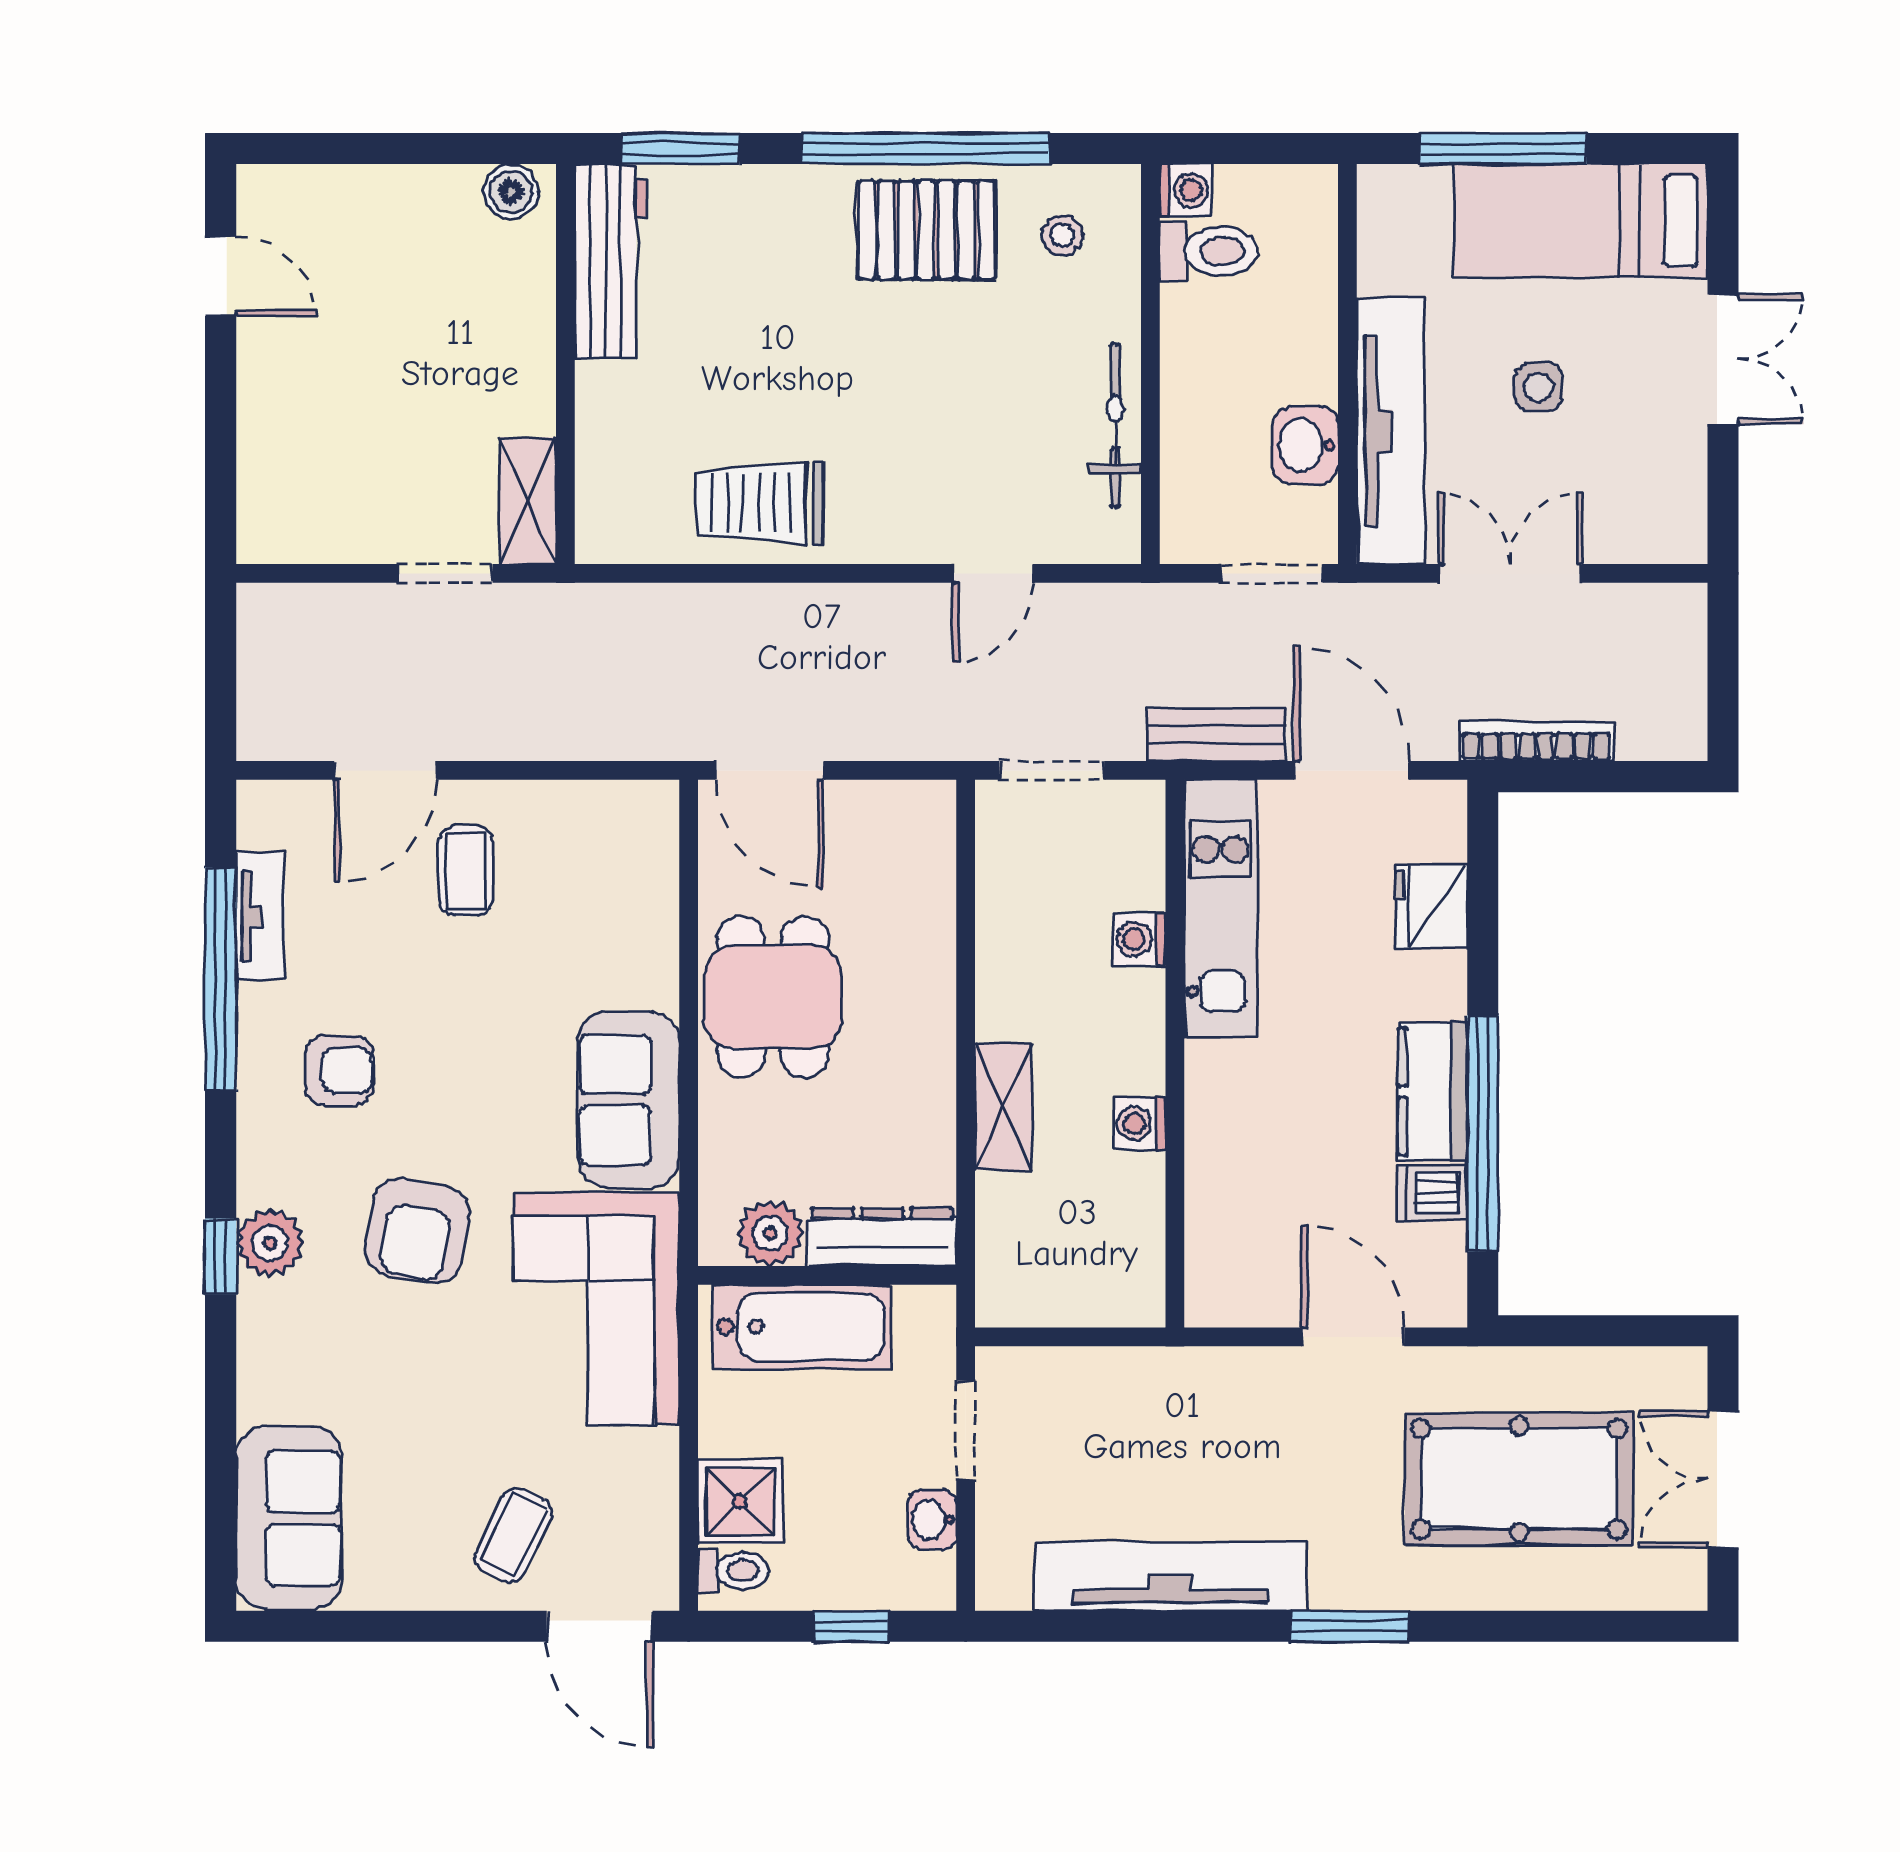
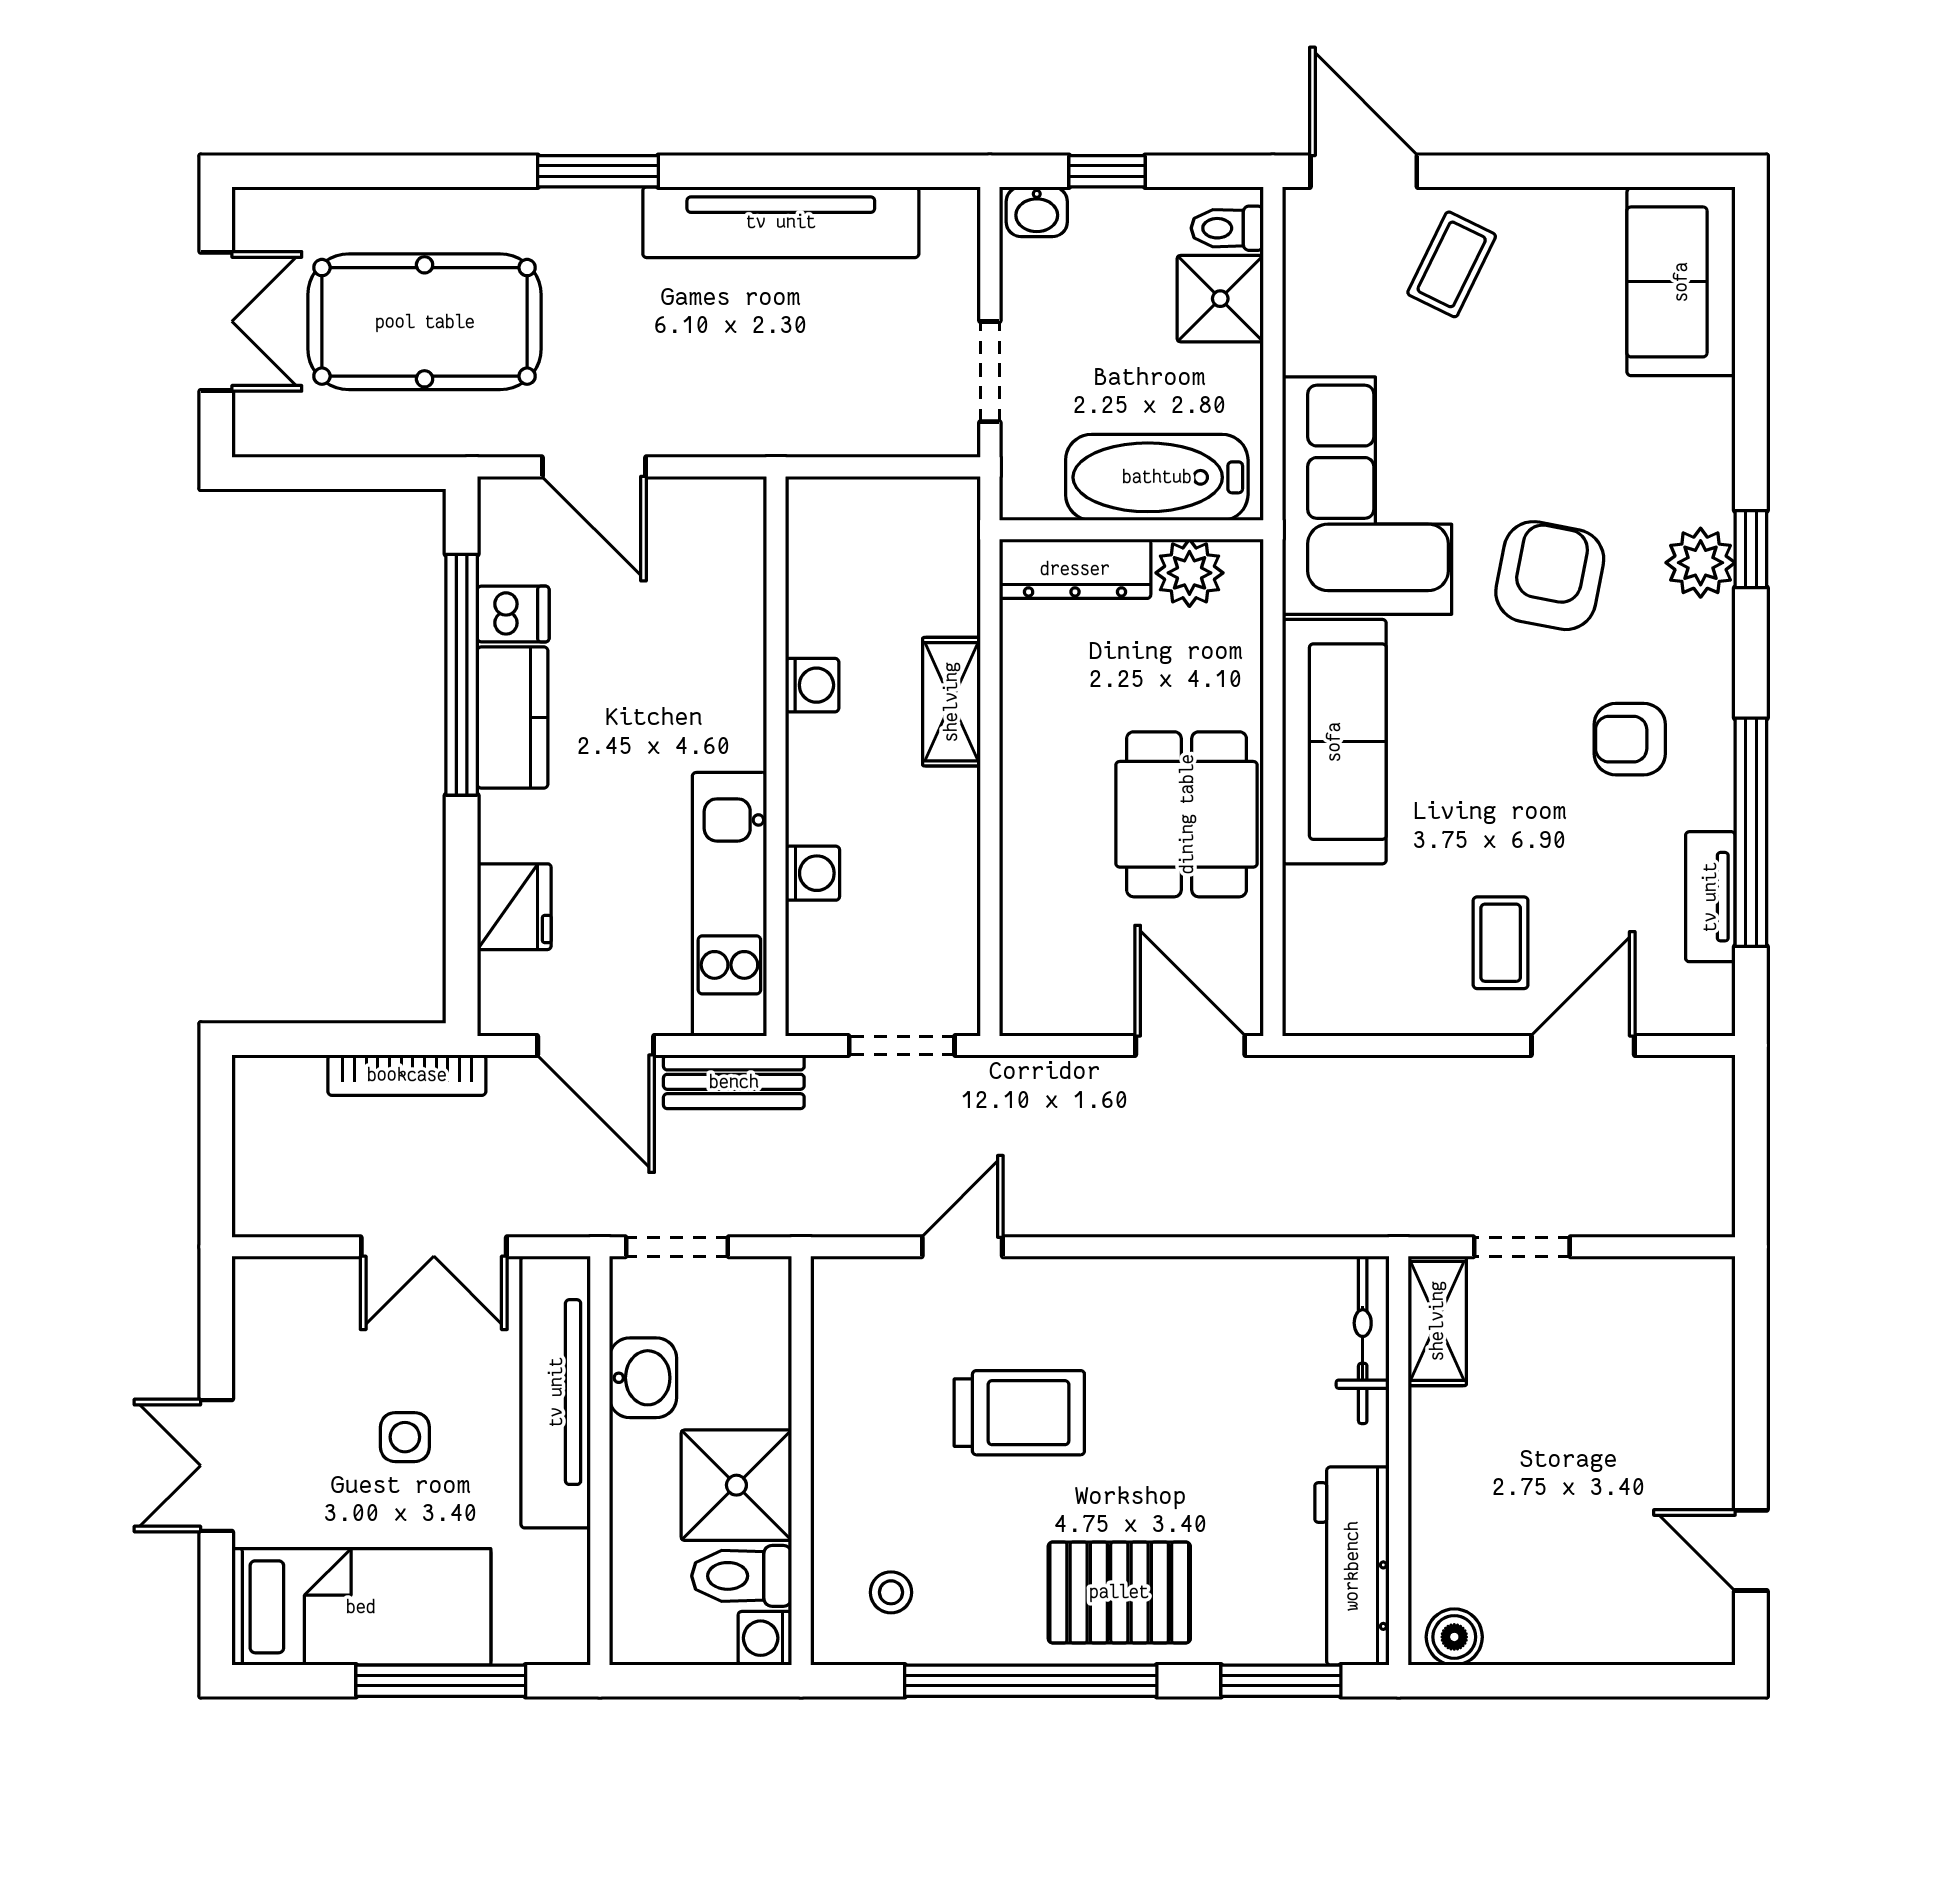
pallet: (926, 230) -> (1119, 1592), moved
shower: (1214, 340) -> (736, 1485), added
bicycle: (1115, 425) -> (1363, 1340), moved, turned 180
trolley: (760, 503) -> (1019, 1413), moved
sofa: (628, 1100) -> (1334, 742), width x1.36
washbasin: (932, 1520) -> (1037, 212), moved, turned 90

